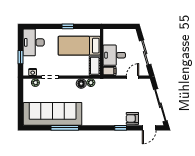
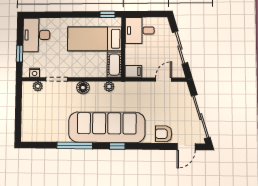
window: (68, 26) -> (107, 14), moved
desk: (114, 55) -> (140, 30), moved
floor lamp: (81, 84) -> (83, 88), moved
sofa: (53, 114) -> (107, 127), moved
window: (121, 128) -> (117, 146), moved

